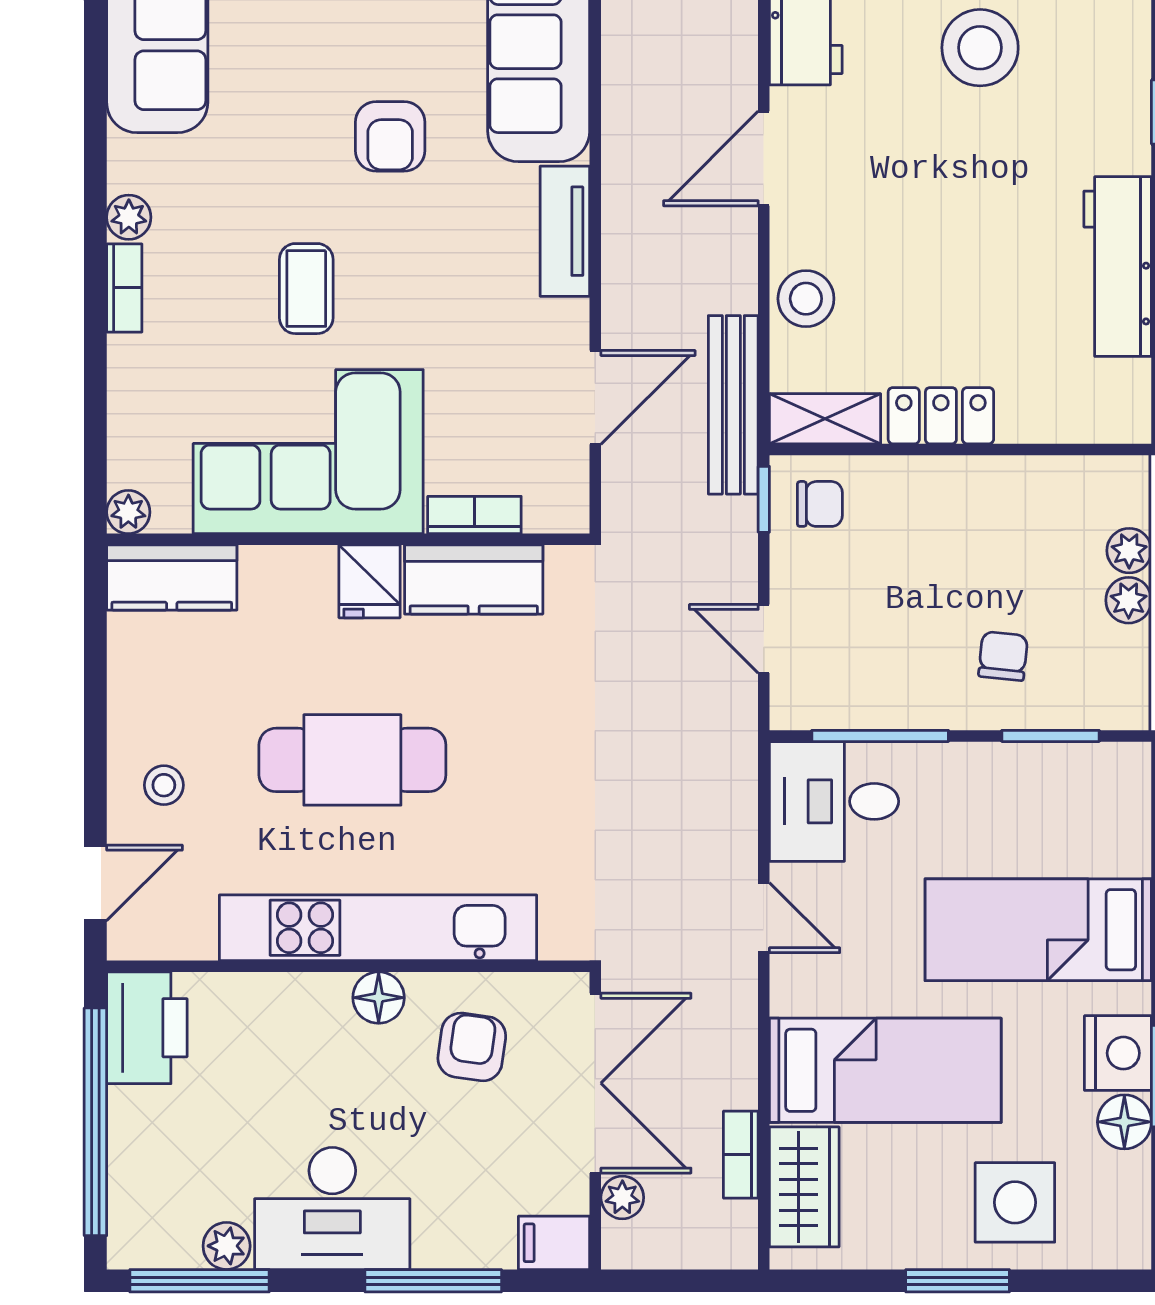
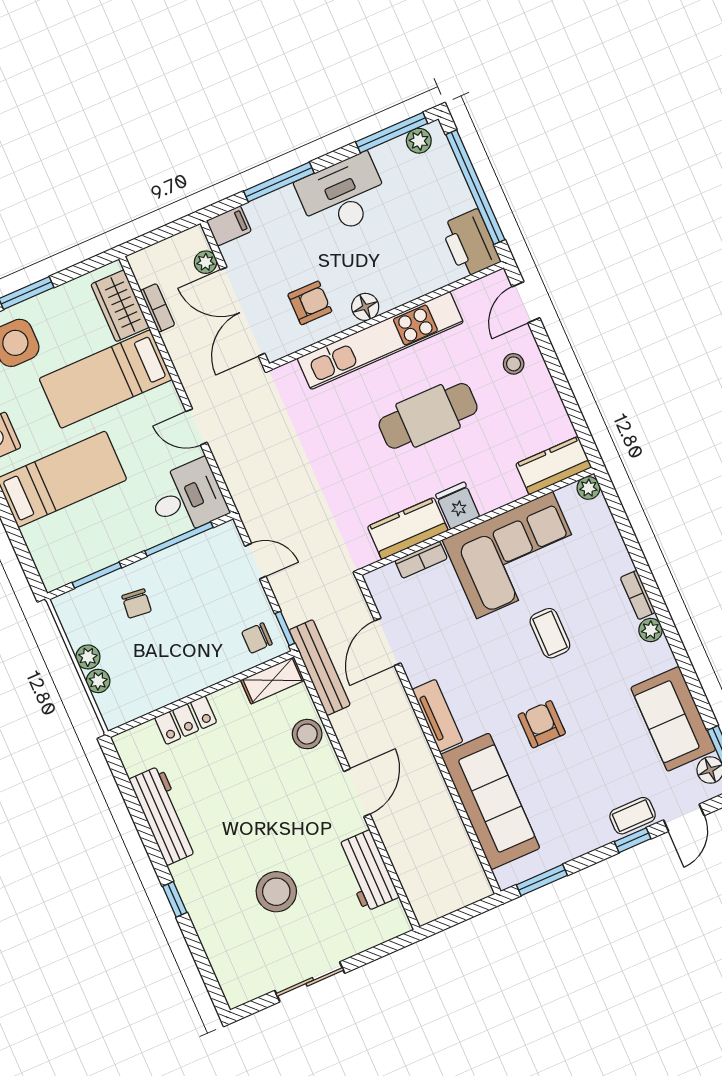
locker: (941, 416) -> (186, 720), moved
armchair: (472, 1047) -> (310, 303), turned -98
plant: (227, 1246) -> (419, 141), moved

